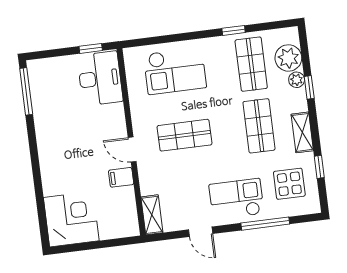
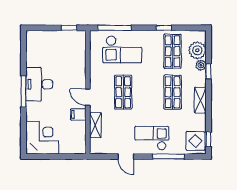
window: (159, 40) -> (114, 28), added
desk: (100, 78) -> (39, 84), moved, turned 180
window: (26, 91) -> (23, 91), moved
shop shelf: (184, 135) -> (123, 92), turned 90
window: (319, 167) -> (208, 139), moved
display table: (289, 184) -> (195, 141), moved
shelving: (152, 215) -> (95, 125), moved

